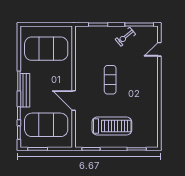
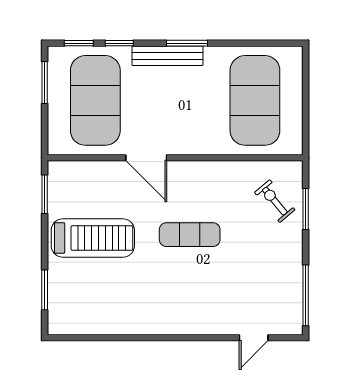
exercise bike: (125, 37) -> (275, 201), moved
door: (159, 49) -> (254, 338), swing flipped
door: (74, 100) -> (146, 158), swing flipped
treadmill: (112, 126) -> (93, 238), turned -90

